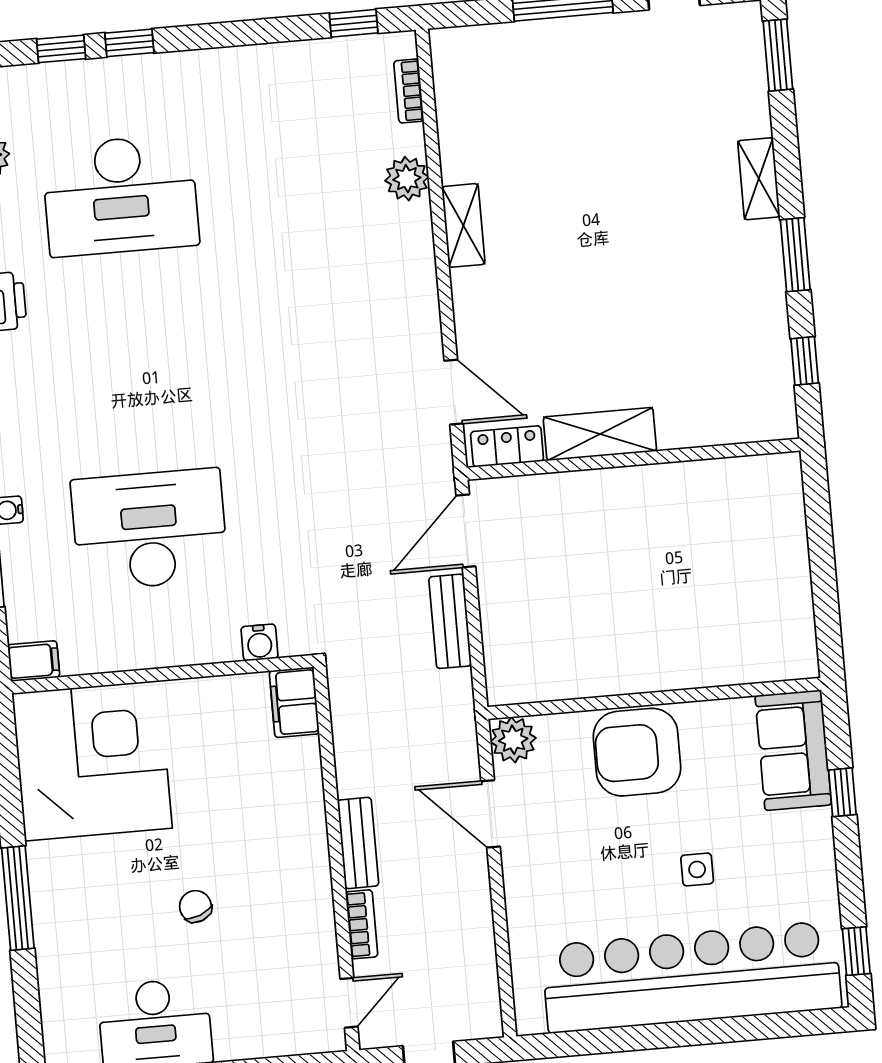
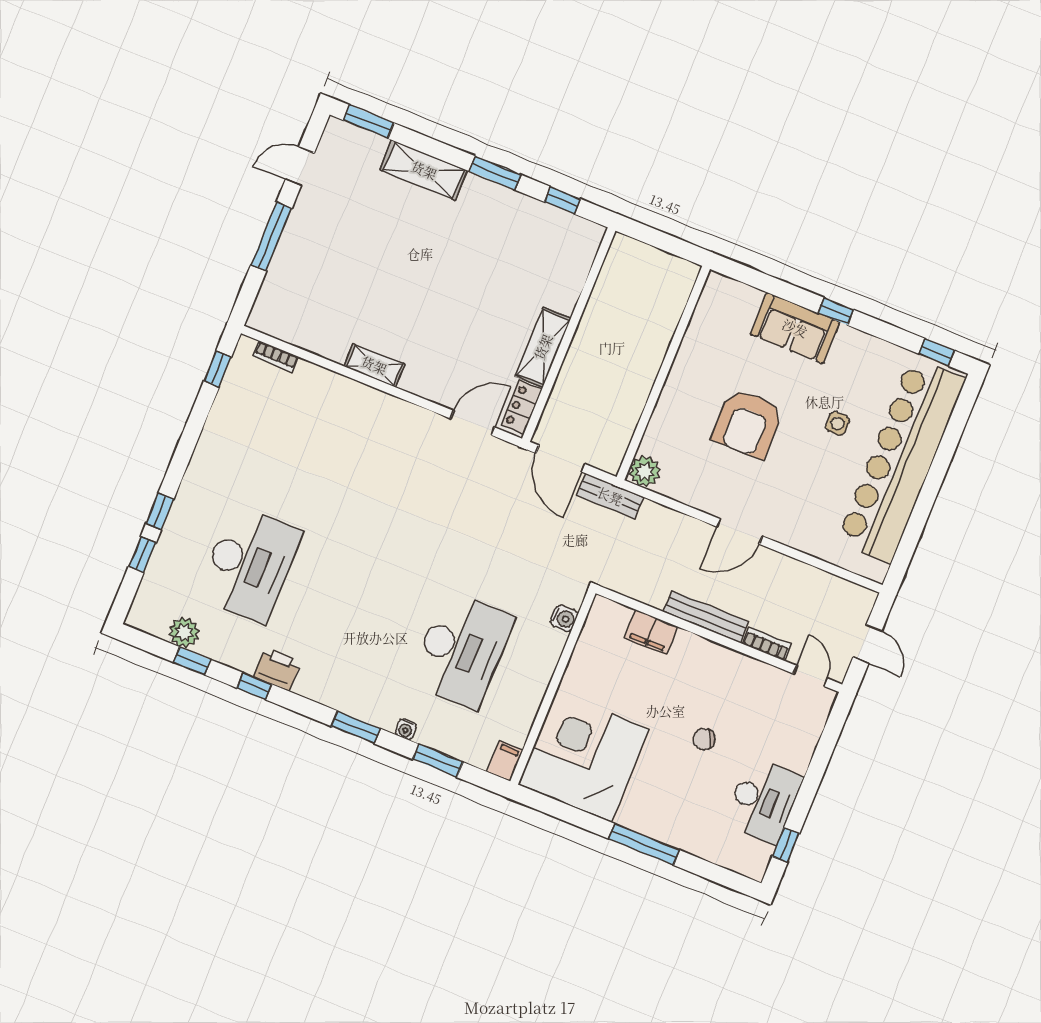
plant: (407, 179) -> (328, 385), removed
shelving: (759, 179) -> (424, 170), width x1.50, depth x1.33
desk: (150, 530) -> (461, 650), turned 180
wall: (654, 698) -> (663, 373), moved
filing cabinet: (294, 702) -> (651, 632), moved
plant: (513, 740) -> (645, 472), moved
bench: (358, 843) -> (706, 617), width x1.36

